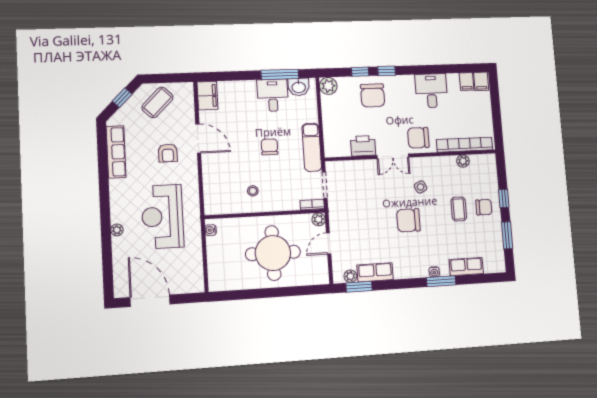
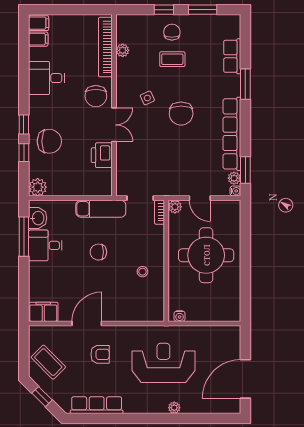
reception desk: (162, 217) -> (163, 363), turned 180
row of seats: (375, 272) -> (232, 134), width x2.02
water cooler: (434, 272) -> (235, 191), moved

